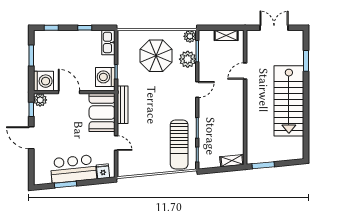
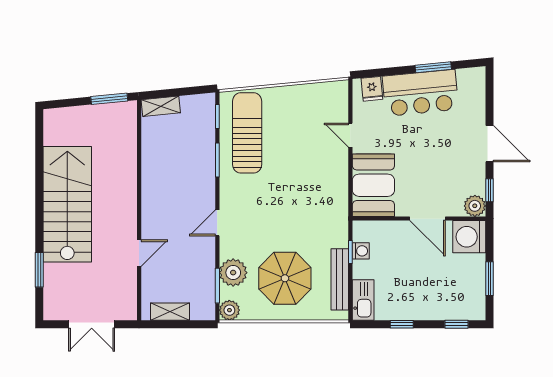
washing machine: (105, 77) -> (361, 251), width x0.53, depth x0.53
bench: (123, 105) -> (340, 279), moved

